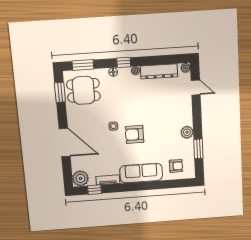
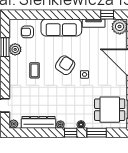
window: (83, 65) -> (97, 133), moved
coffee table: (166, 127) -> (35, 70), added
plant: (187, 132) -> (15, 49), moved
armchair: (135, 134) -> (65, 65), turned -56

